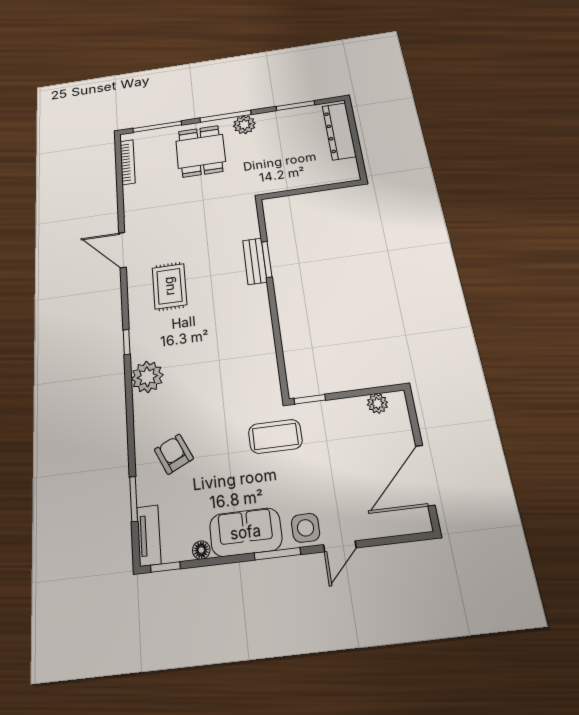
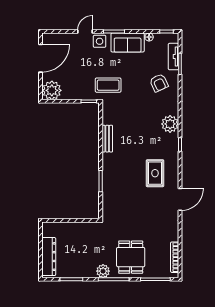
door: (122, 250) -> (180, 199), hinge flipped
bench: (255, 261) -> (107, 139), moved
plant: (377, 403) -> (52, 90), width x1.88, depth x1.88
tv unit: (149, 535) -> (173, 57), moved

